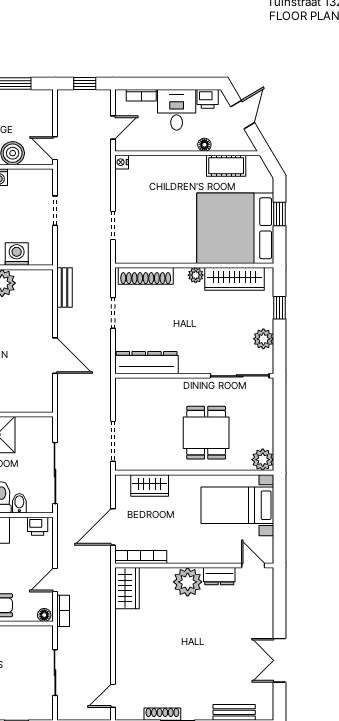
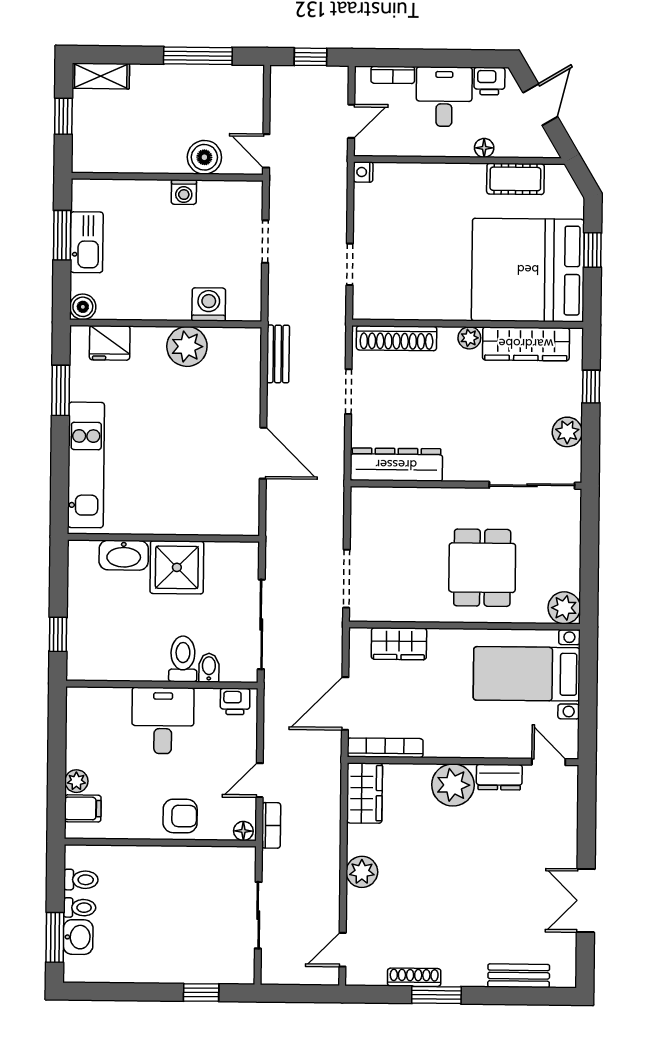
plant: (126, 642) -> (362, 872), added

